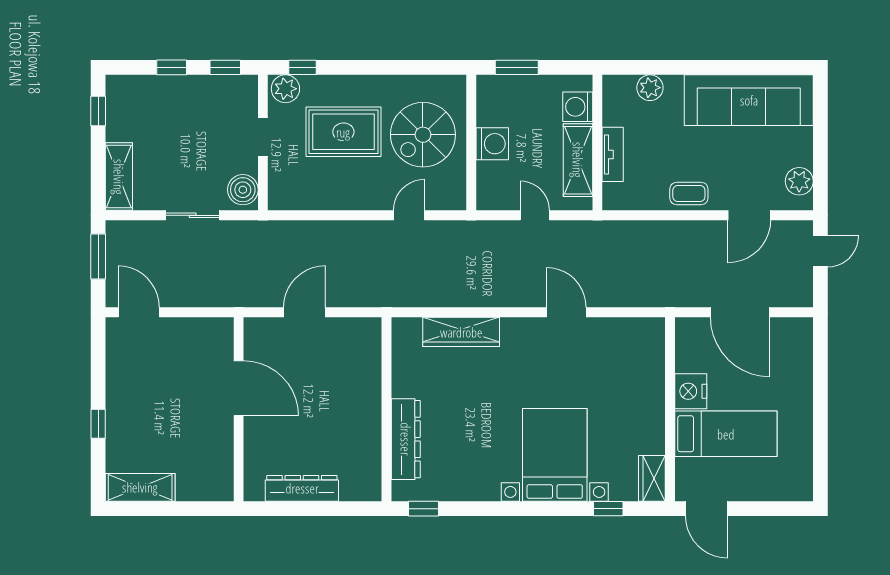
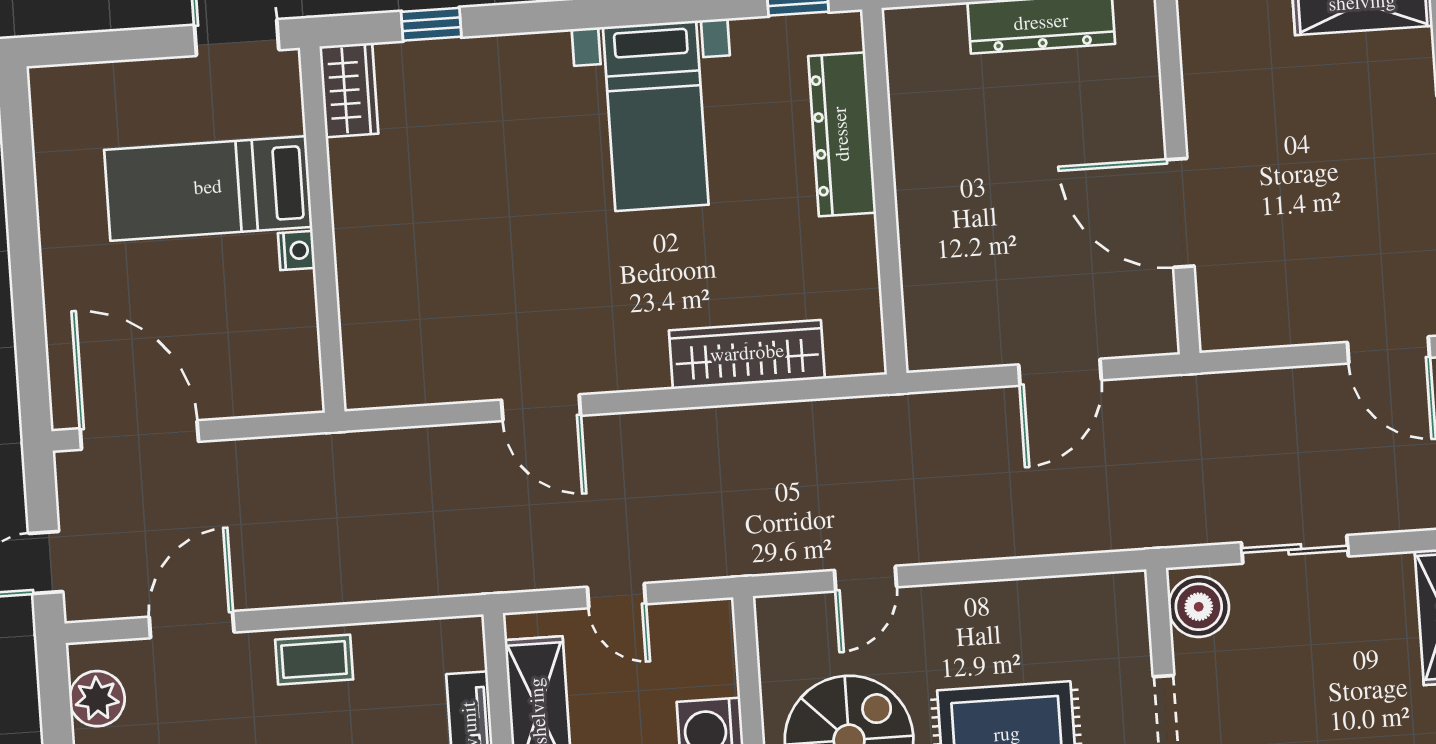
door: (740, 312) -> (139, 435), moved
nightstand: (691, 391) -> (296, 250), width x0.53, depth x0.56
bed with nightstands: (555, 455) -> (656, 116), moved, width x0.73

